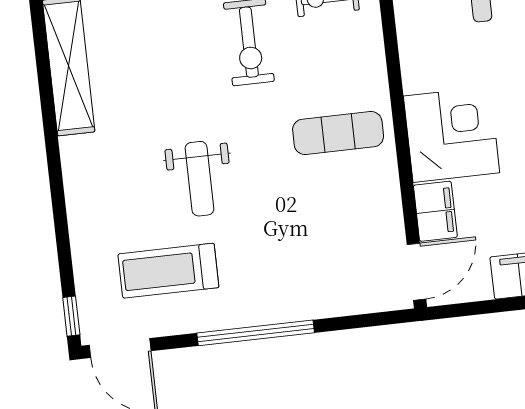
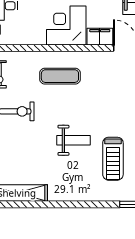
exercise mat: (338, 133) -> (60, 76), turned 90

